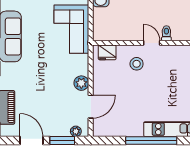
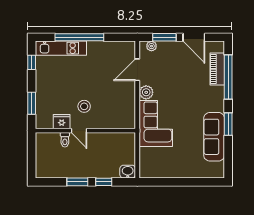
corner sofa: (71, 29) -> (156, 123), moved
fridge: (107, 52) -> (62, 122), moved
stool: (137, 64) -> (84, 106), moved

